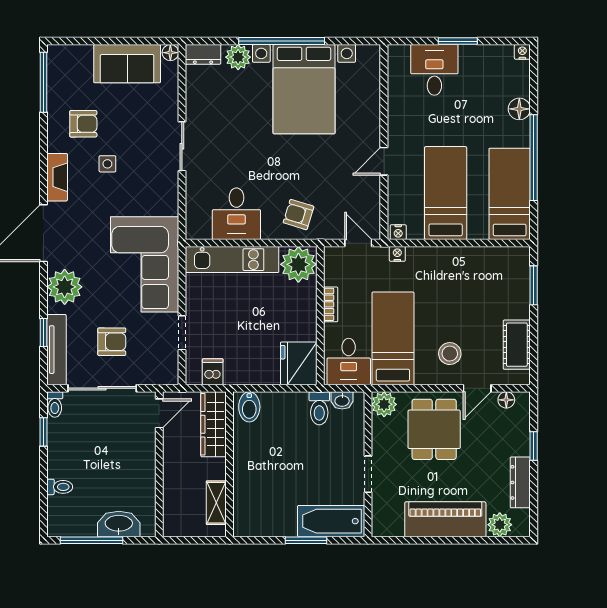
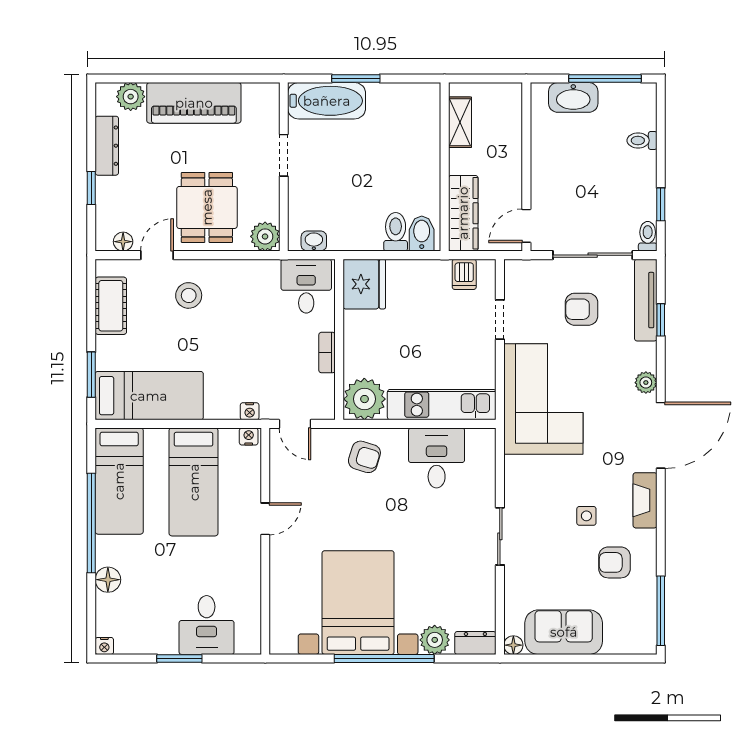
plant: (65, 287) -> (646, 383), width x0.53, depth x0.53
bed: (393, 338) -> (149, 396), moved, turned -90
toilet: (319, 408) -> (396, 232), moved

